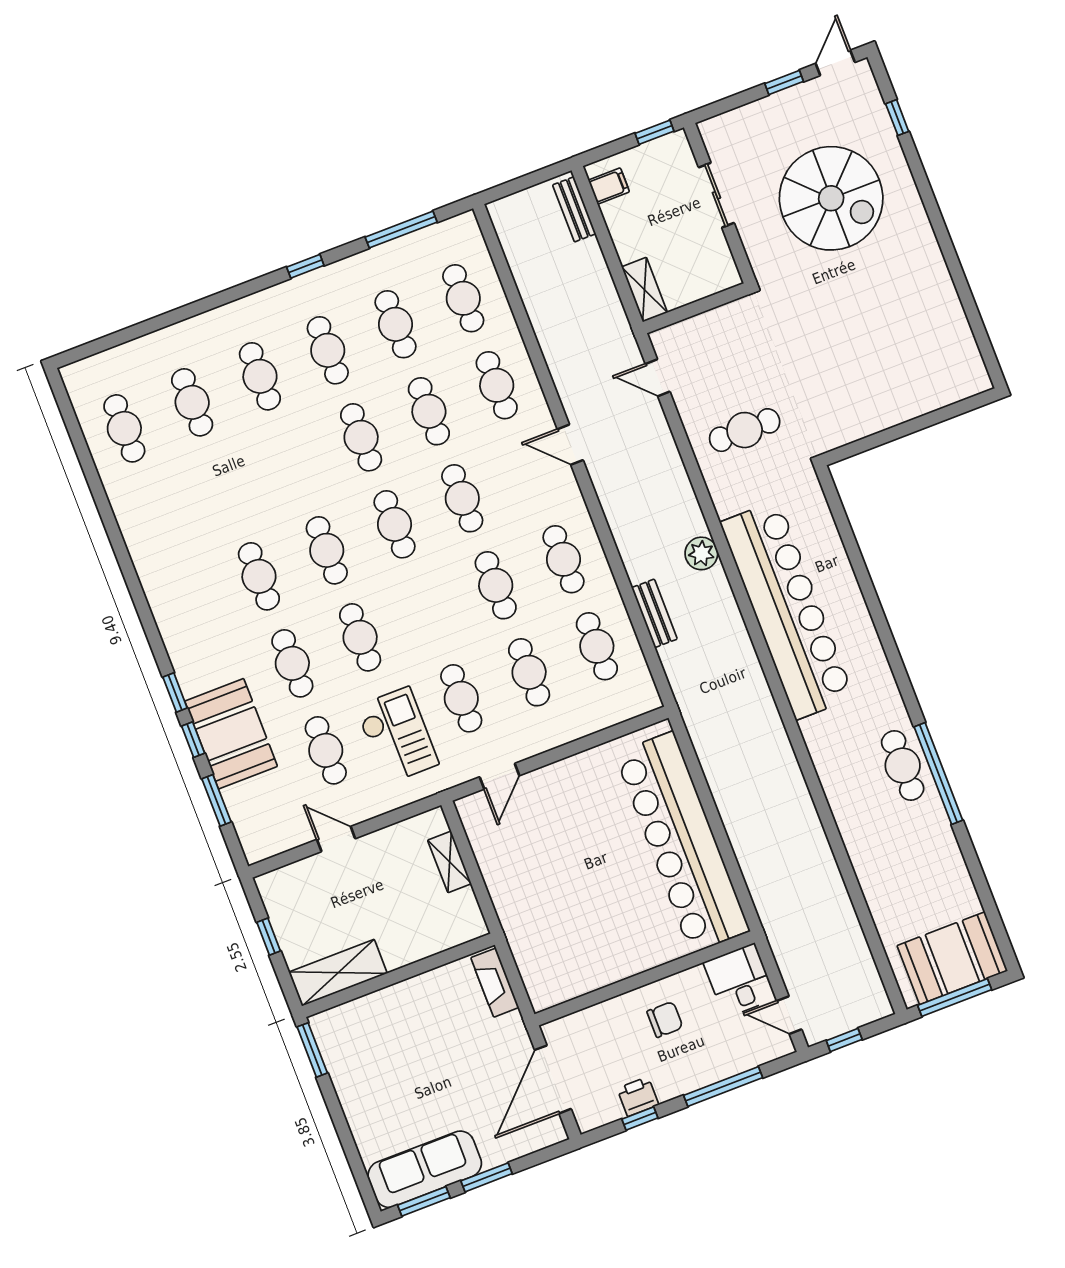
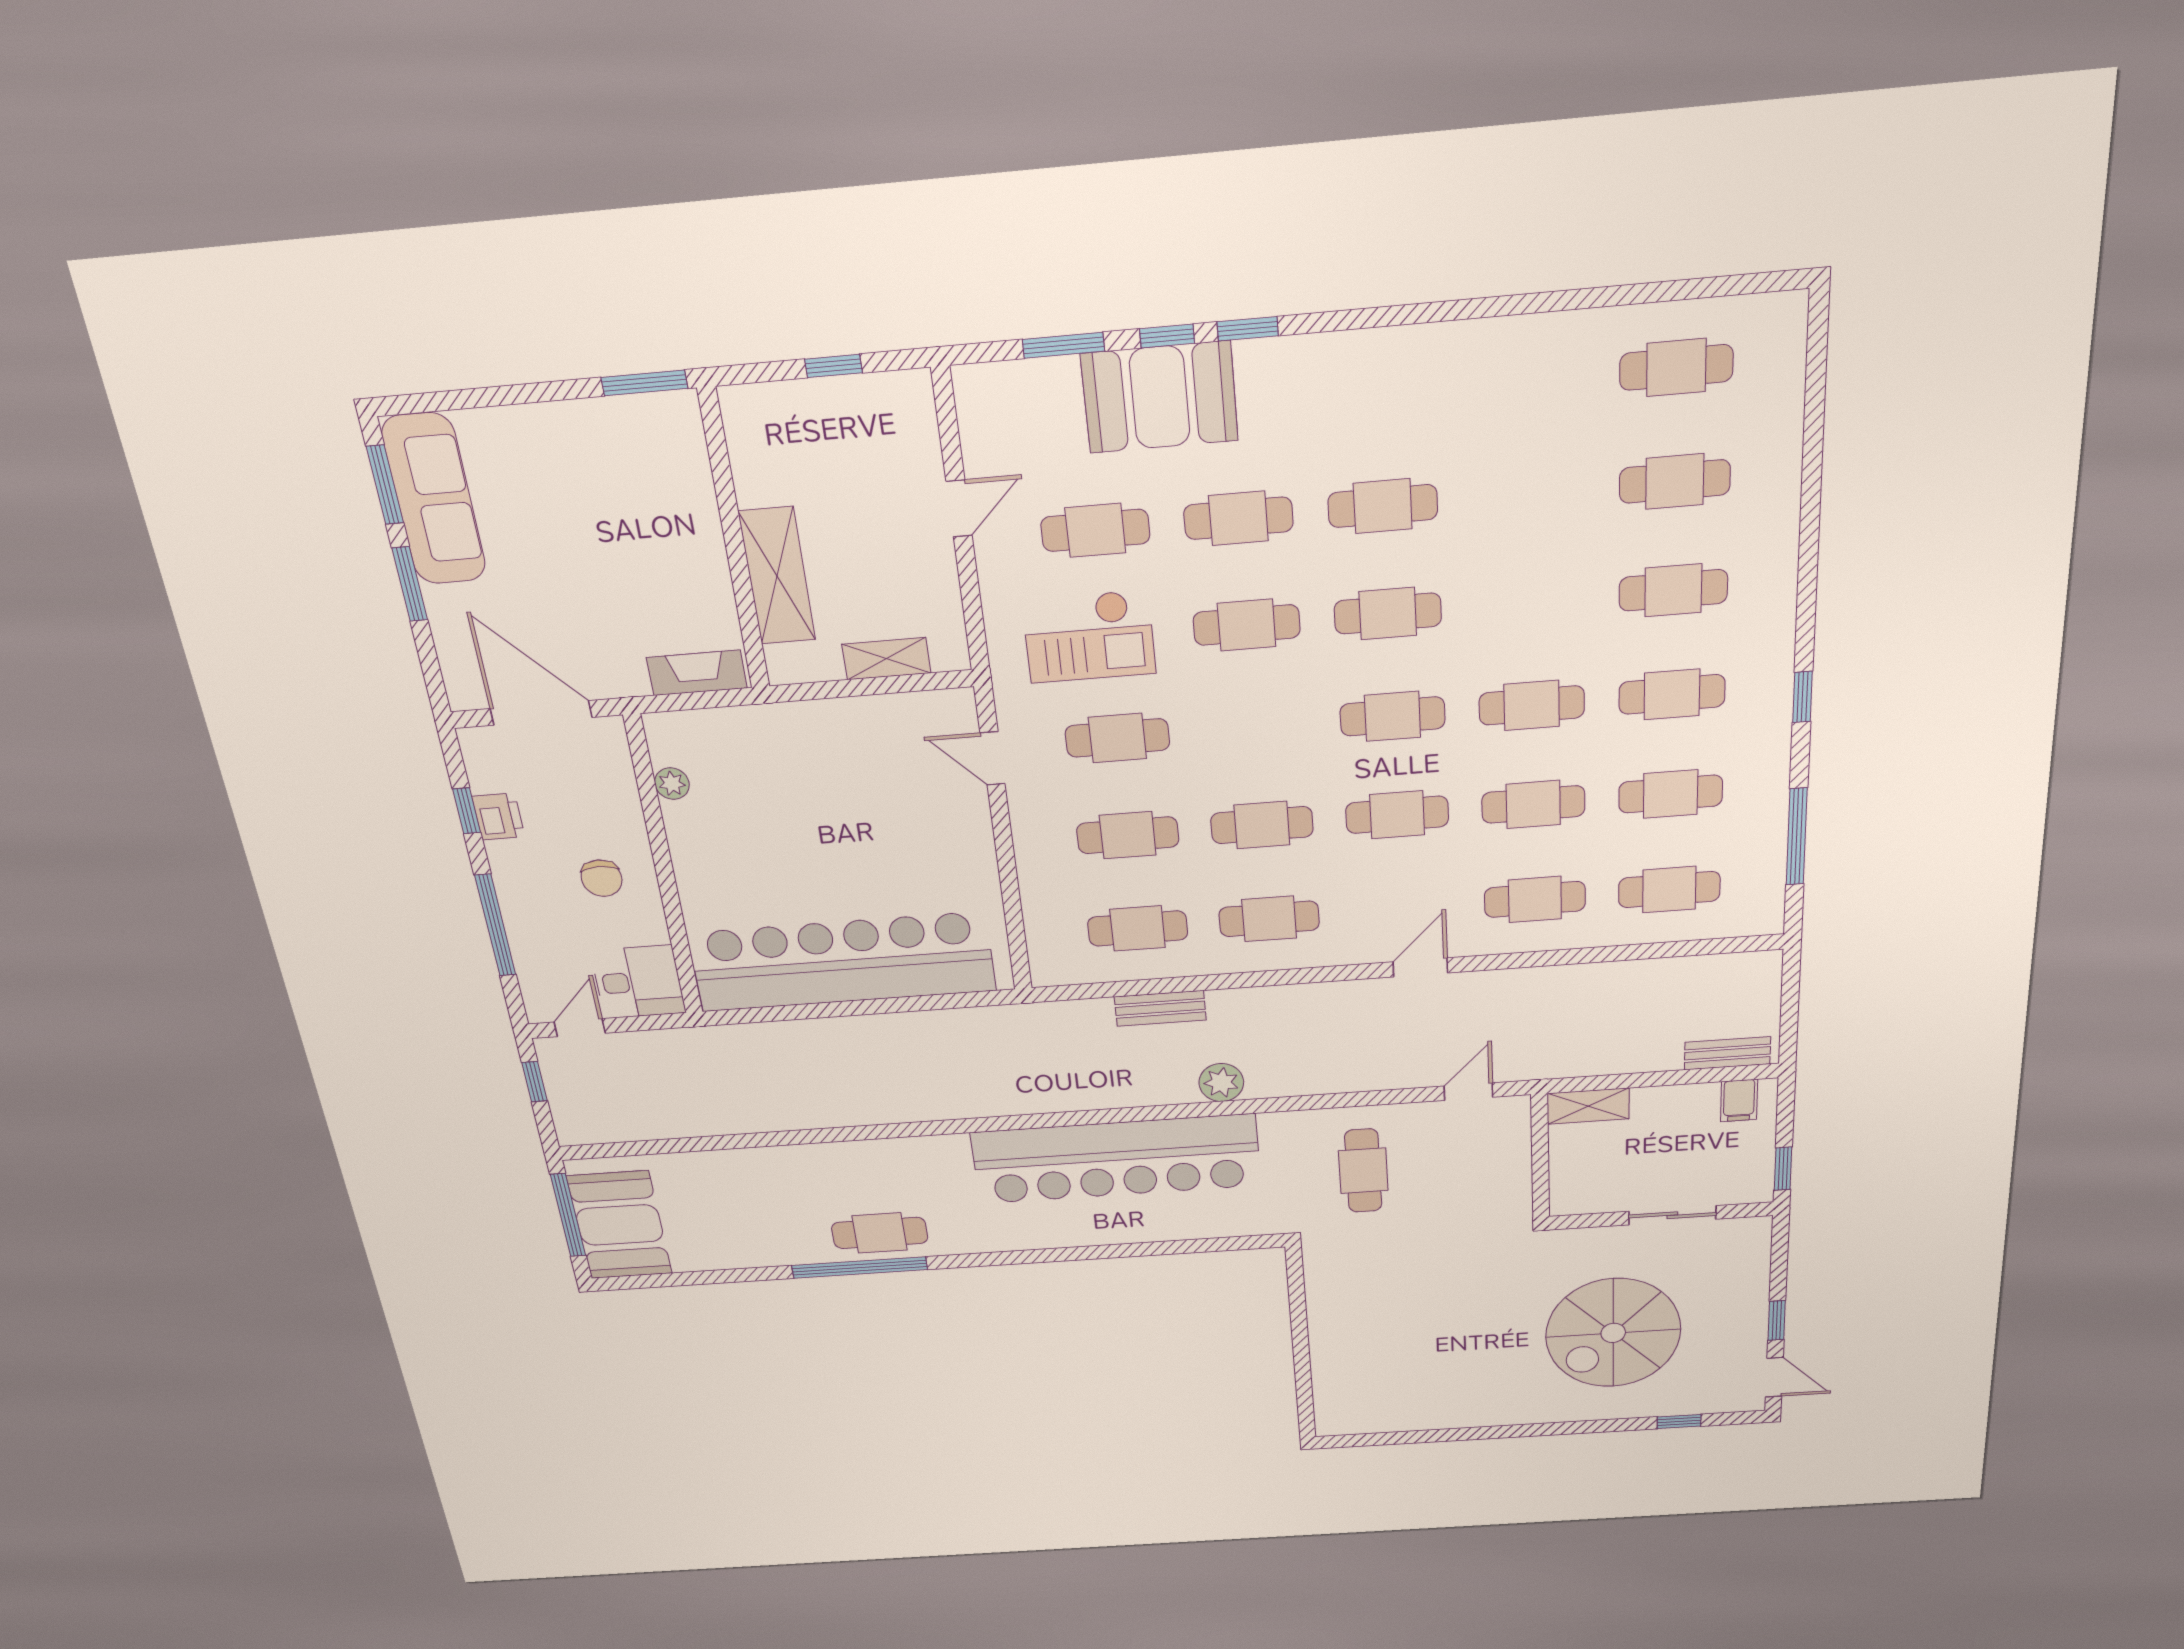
shelving: (338, 973) -> (777, 576), moved
plant: (579, 984) -> (672, 784), added

